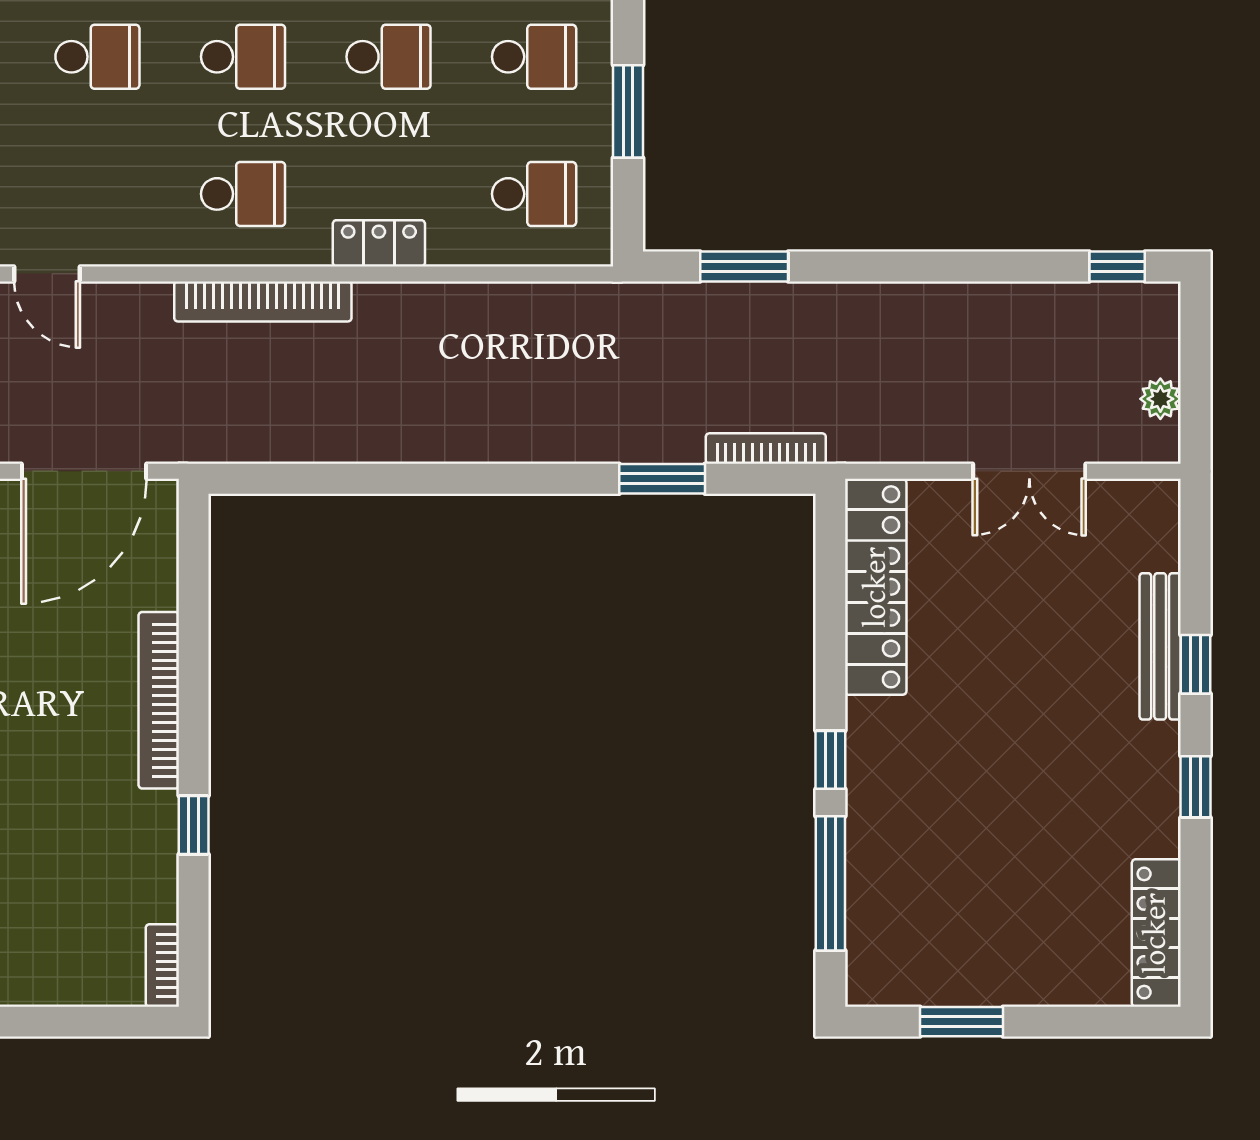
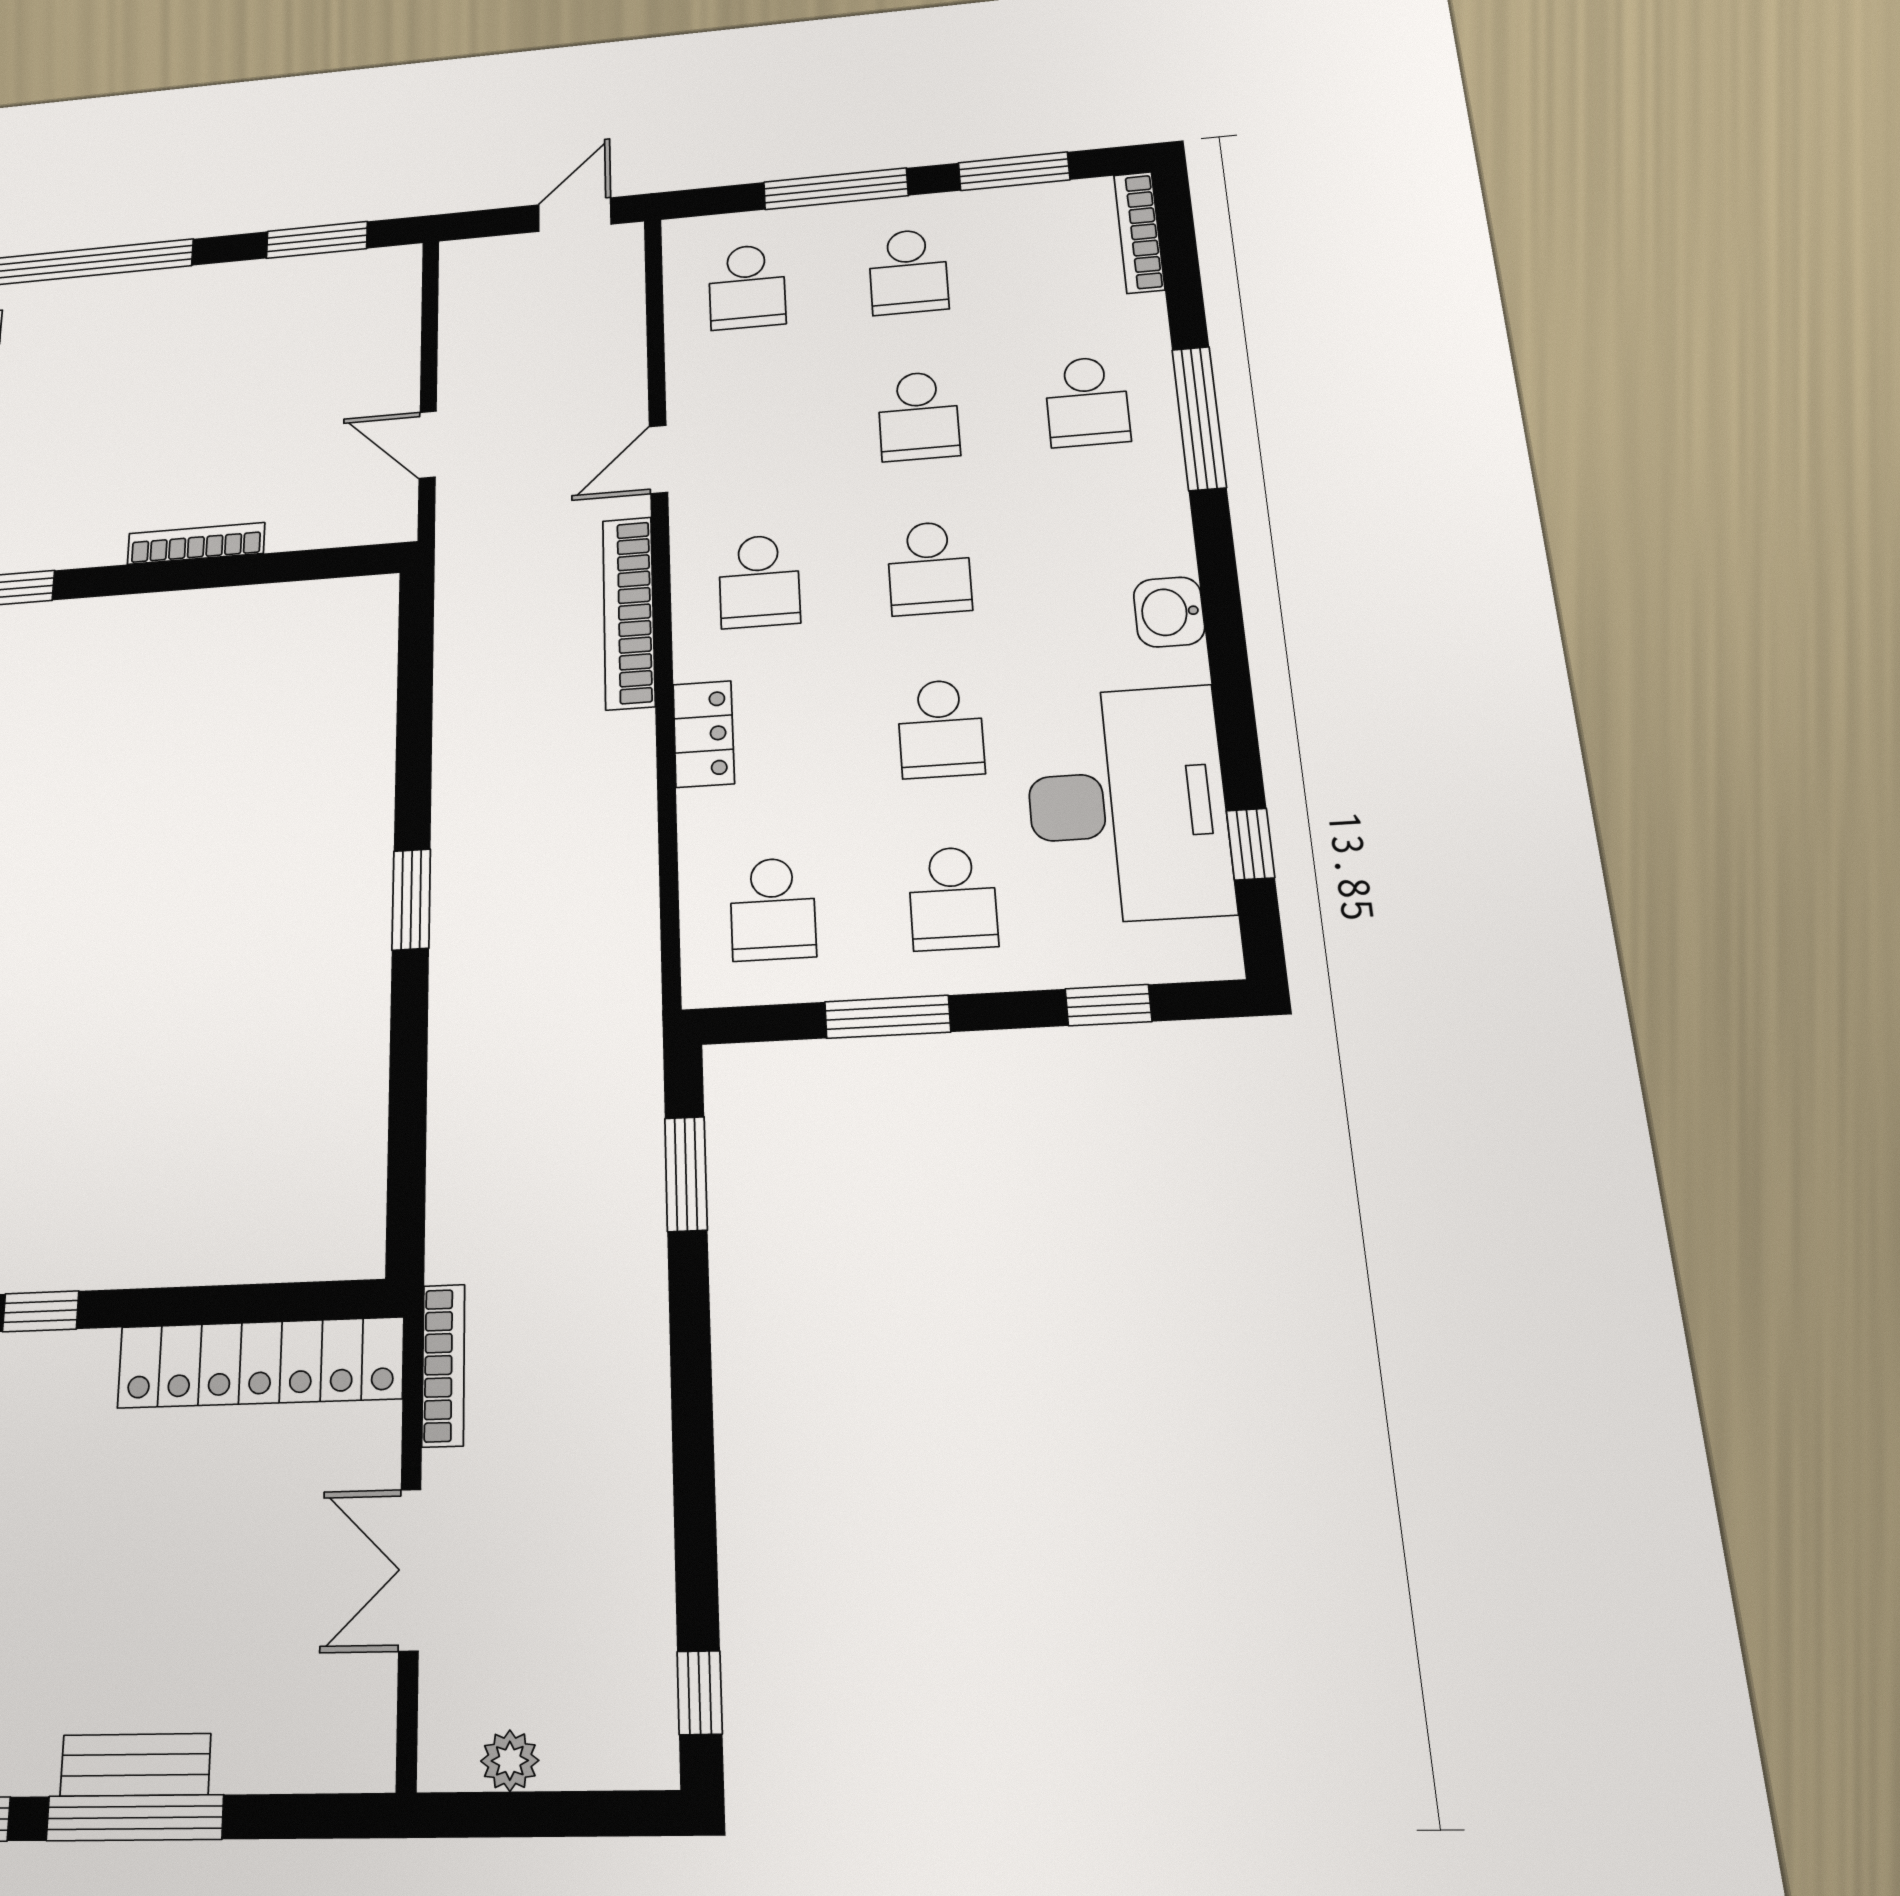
door: (47, 274) -> (658, 459), moved
bookcase: (766, 449) -> (443, 1365), moved
door: (84, 471) -> (428, 445), width x0.53
window: (662, 479) -> (411, 899), moved
bench: (1160, 646) -> (135, 1765), width x0.73
window: (1196, 664) -> (135, 1818), width x2.17
bookcase: (159, 700) -> (196, 543), width x0.68, depth x0.76

